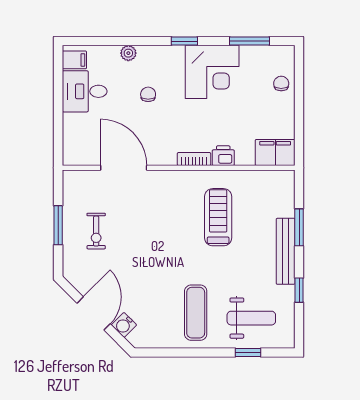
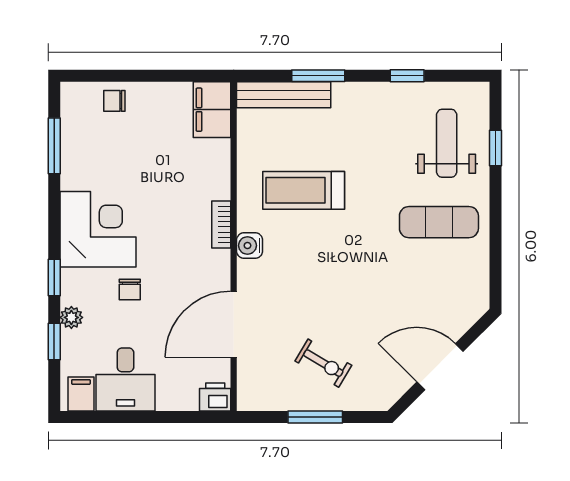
window: (111, 41) -> (54, 342), added
window: (184, 41) -> (54, 278), moved
corner desk: (212, 72) -> (98, 229), moved
chair: (148, 94) -> (130, 289), turned -90
printer: (223, 156) -> (215, 397), moved, turned 90
exercise bike: (96, 231) -> (323, 363), turned 31
bench: (286, 251) -> (284, 95), moved
water cooler: (124, 325) -> (250, 246), moved, turned 135

